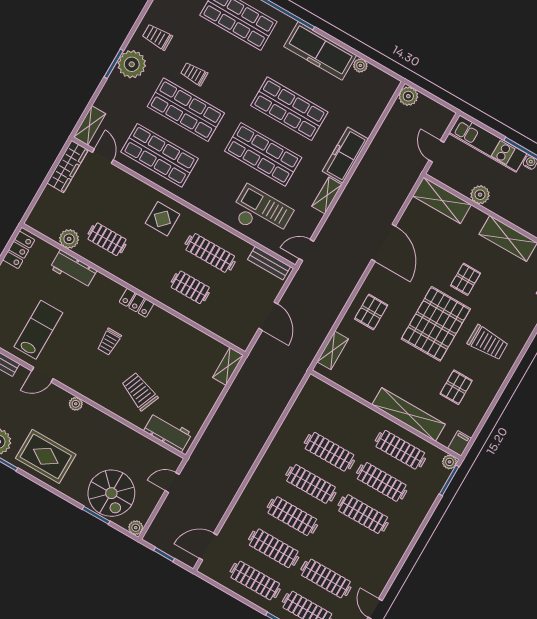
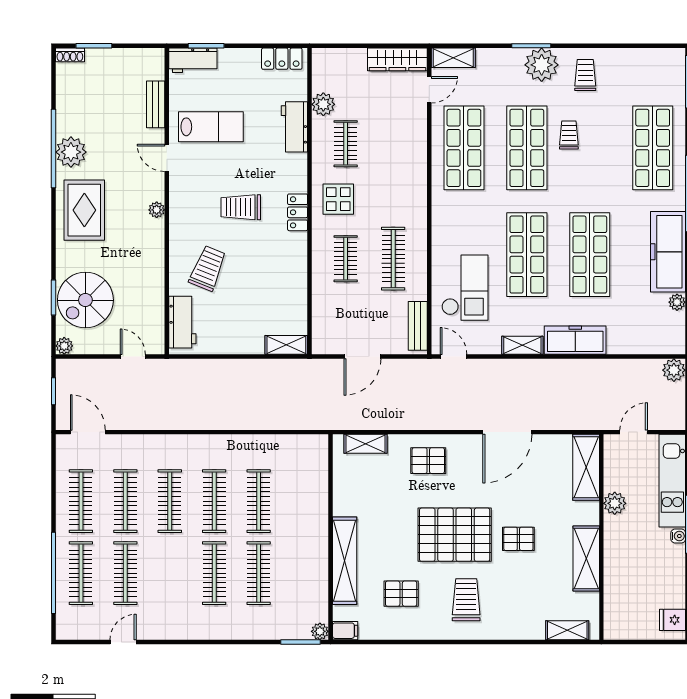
display table: (162, 219) -> (338, 199), moved
trolley: (109, 342) -> (241, 207), width x1.36, depth x1.39
trolley: (488, 343) -> (466, 600), turned 180
clothes rail: (400, 450) -> (303, 573), removed

